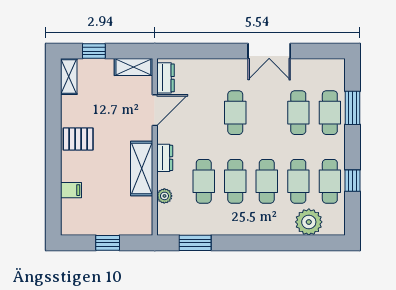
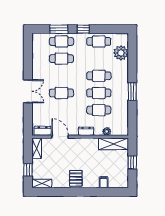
double door: (269, 51) -> (28, 91), moved
shelving: (142, 168) -> (113, 144), moved
cafe table: (298, 181) -> (99, 59), removed
window: (352, 181) -> (83, 29), moved
window: (195, 243) -> (132, 92), moved

